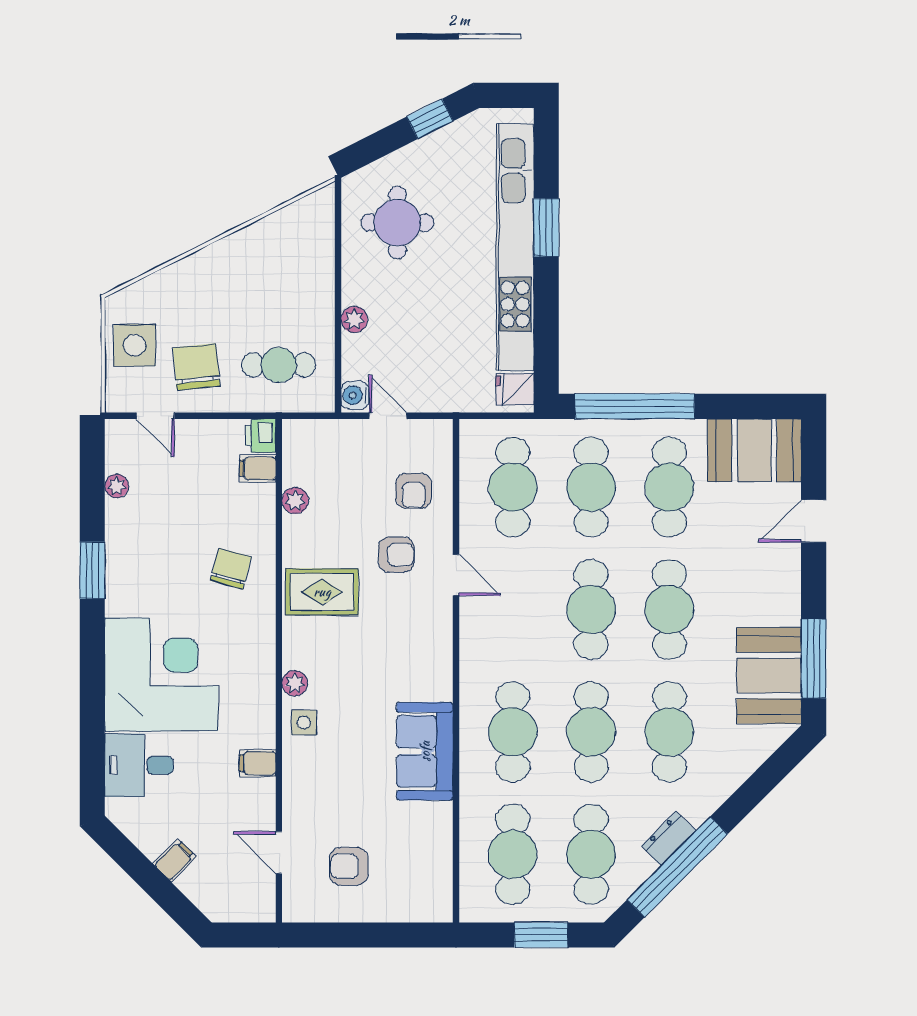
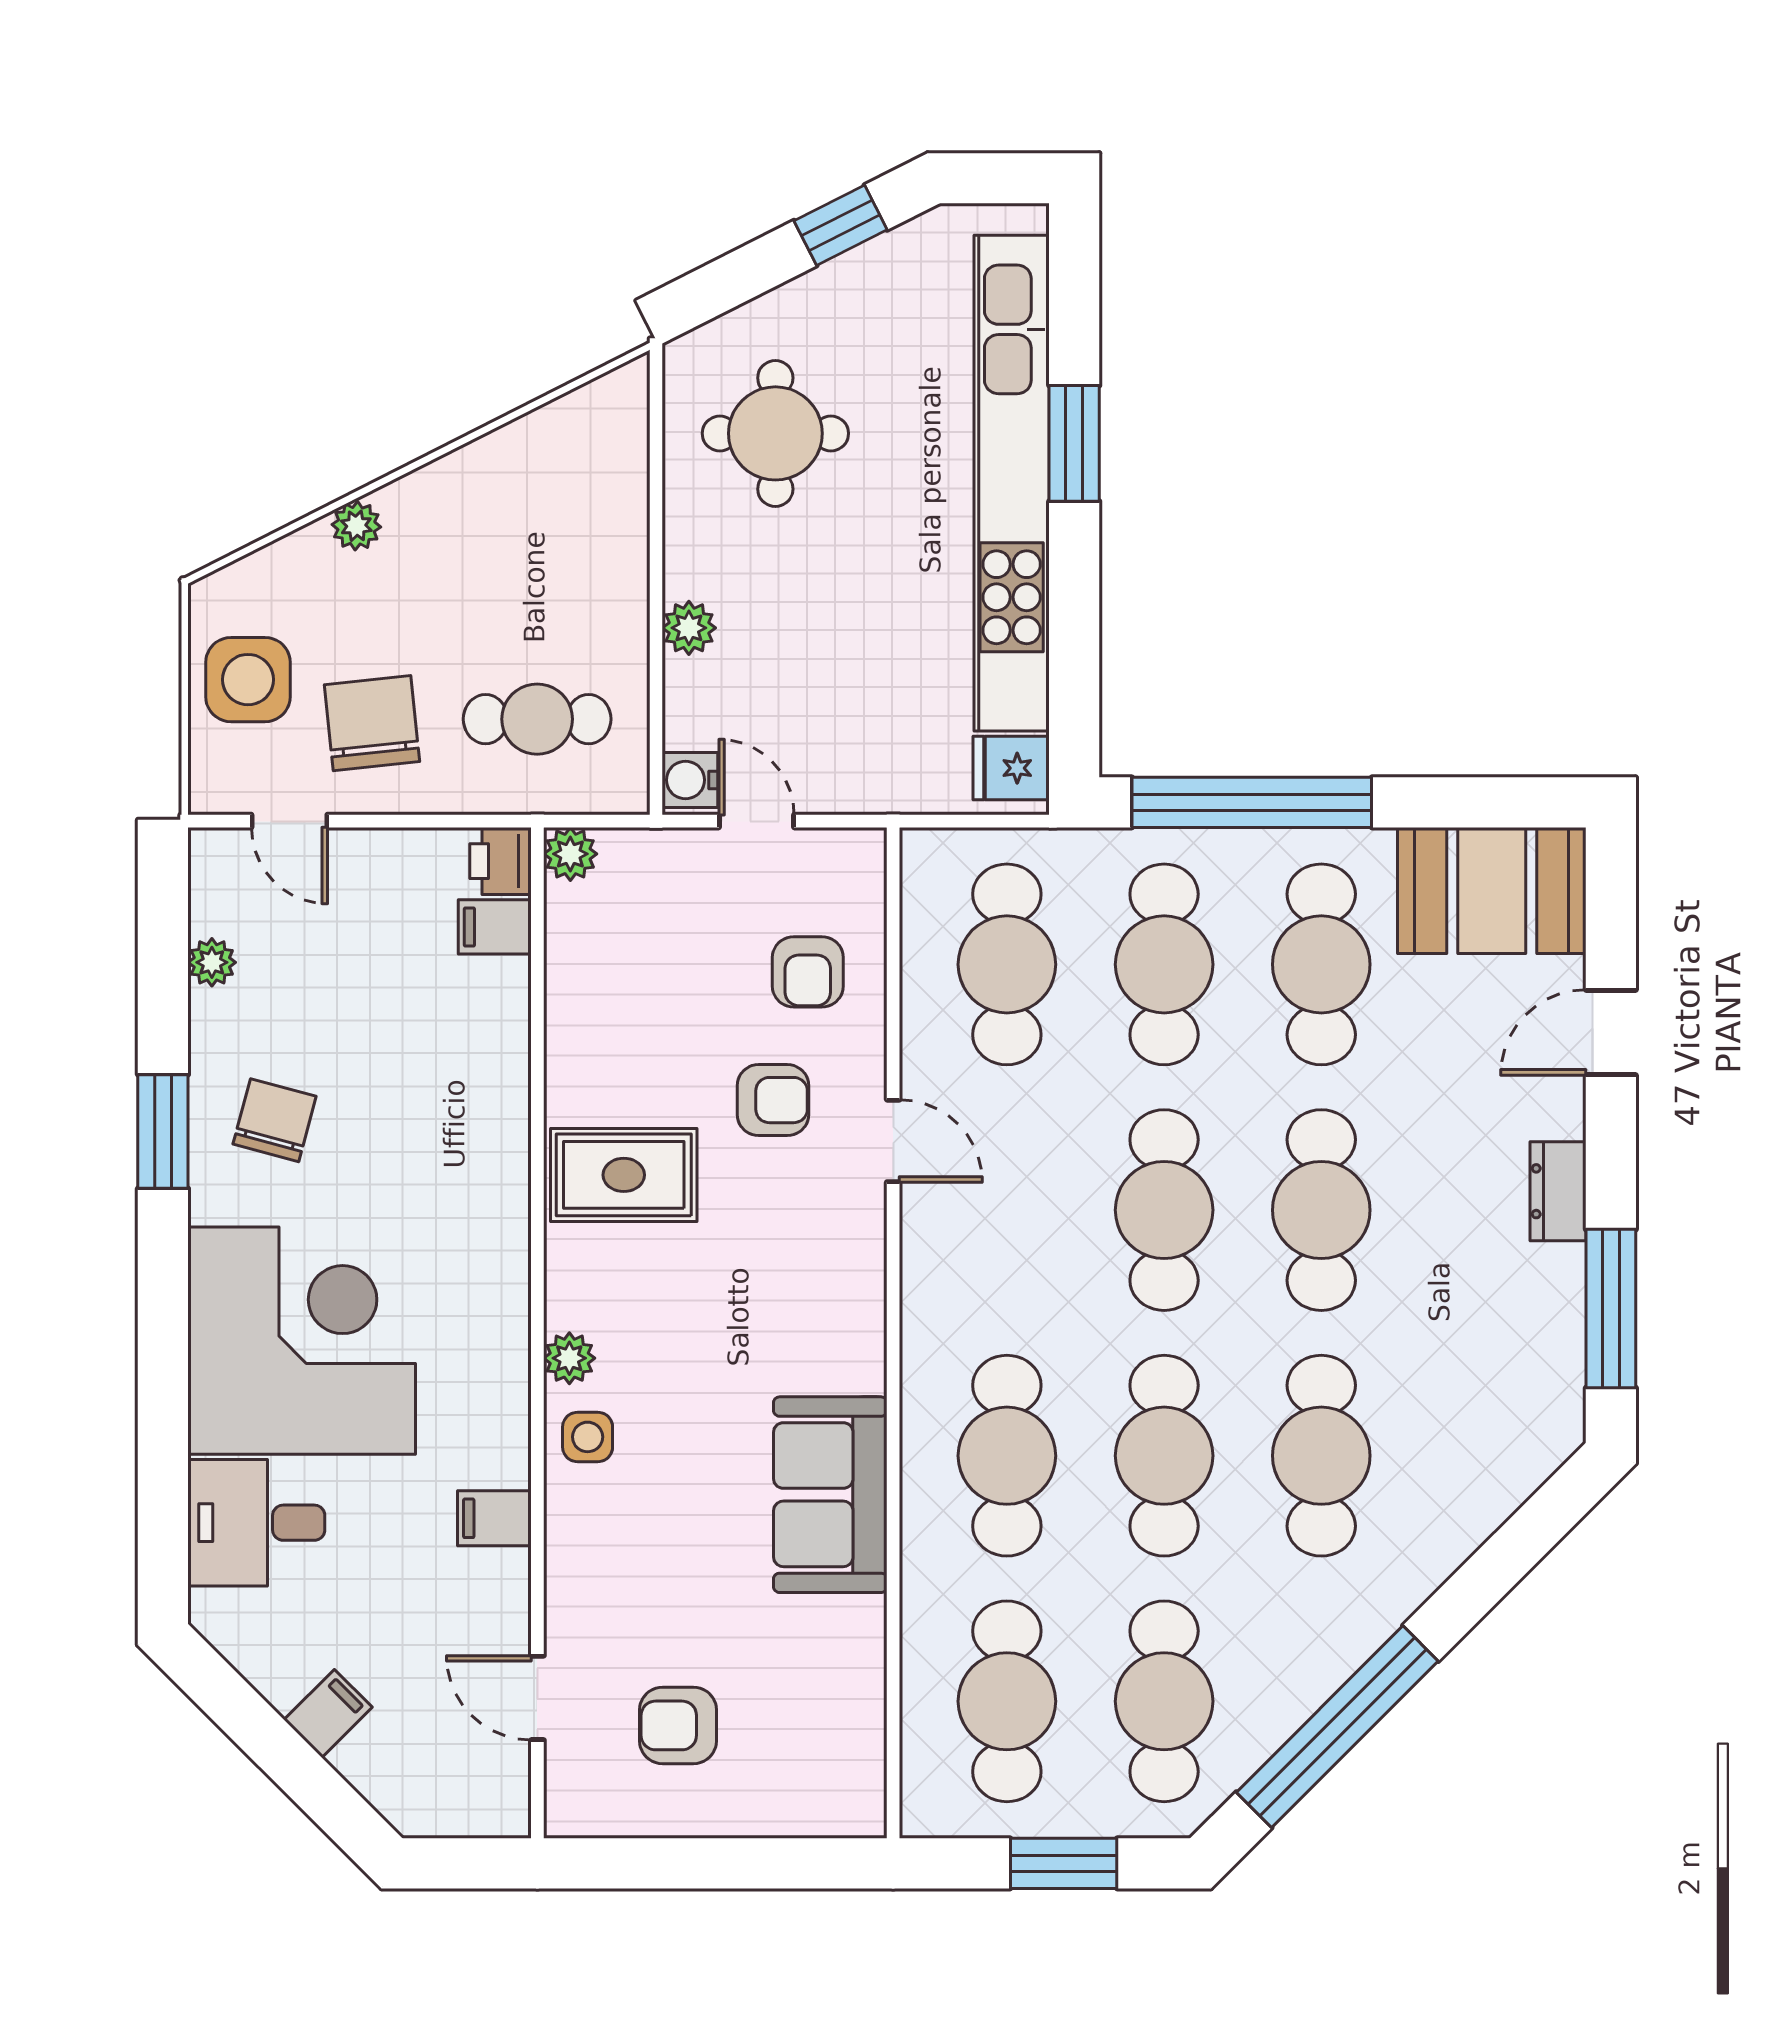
plant: (189, 269) -> (356, 526), added
plant: (295, 501) -> (570, 854), moved
chair: (231, 569) -> (275, 1120), moved
booth: (769, 675) -> (1521, 1342), removed
dresser: (669, 838) -> (1558, 1191), moved, turned -45

